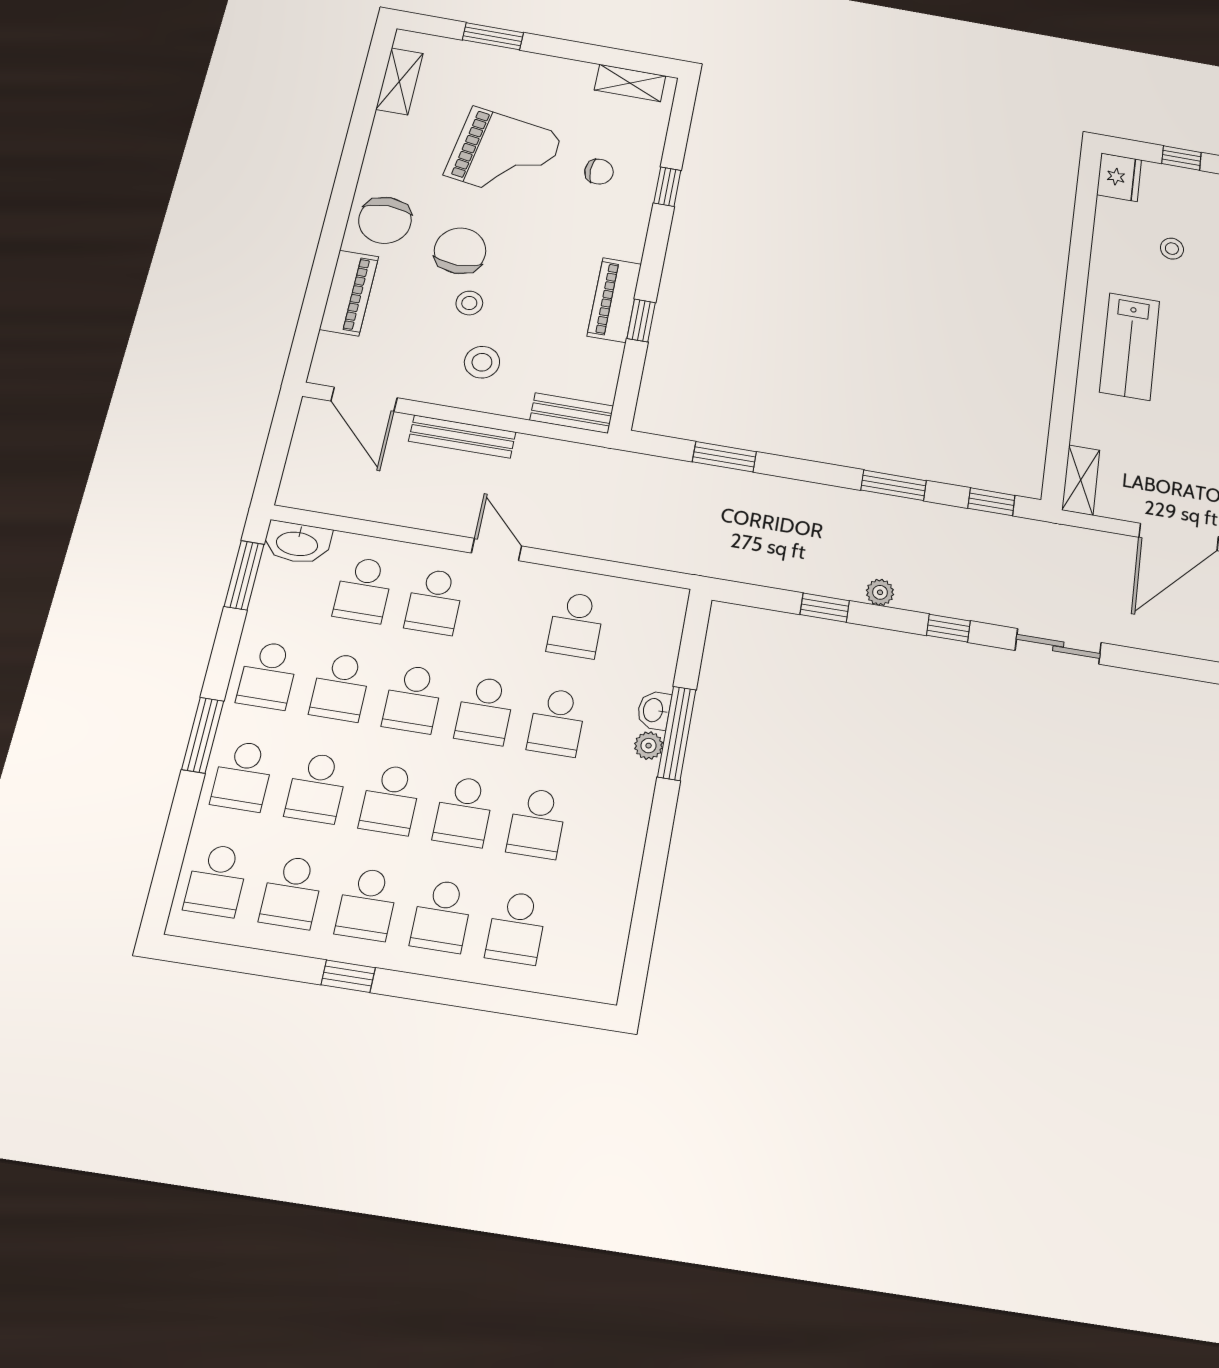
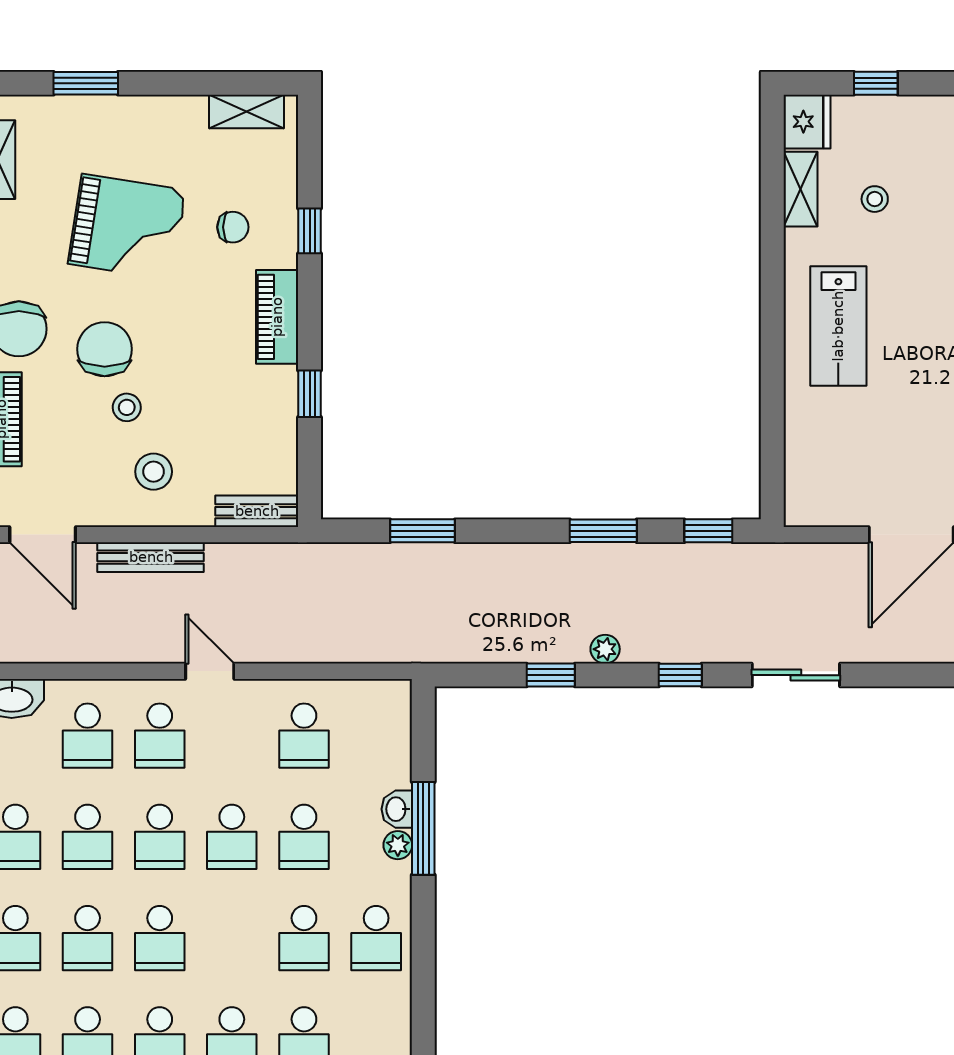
piano: (614, 300) -> (277, 317), moved
shelving: (1081, 480) -> (801, 189), moved
school desk: (464, 811) -> (376, 938), moved

